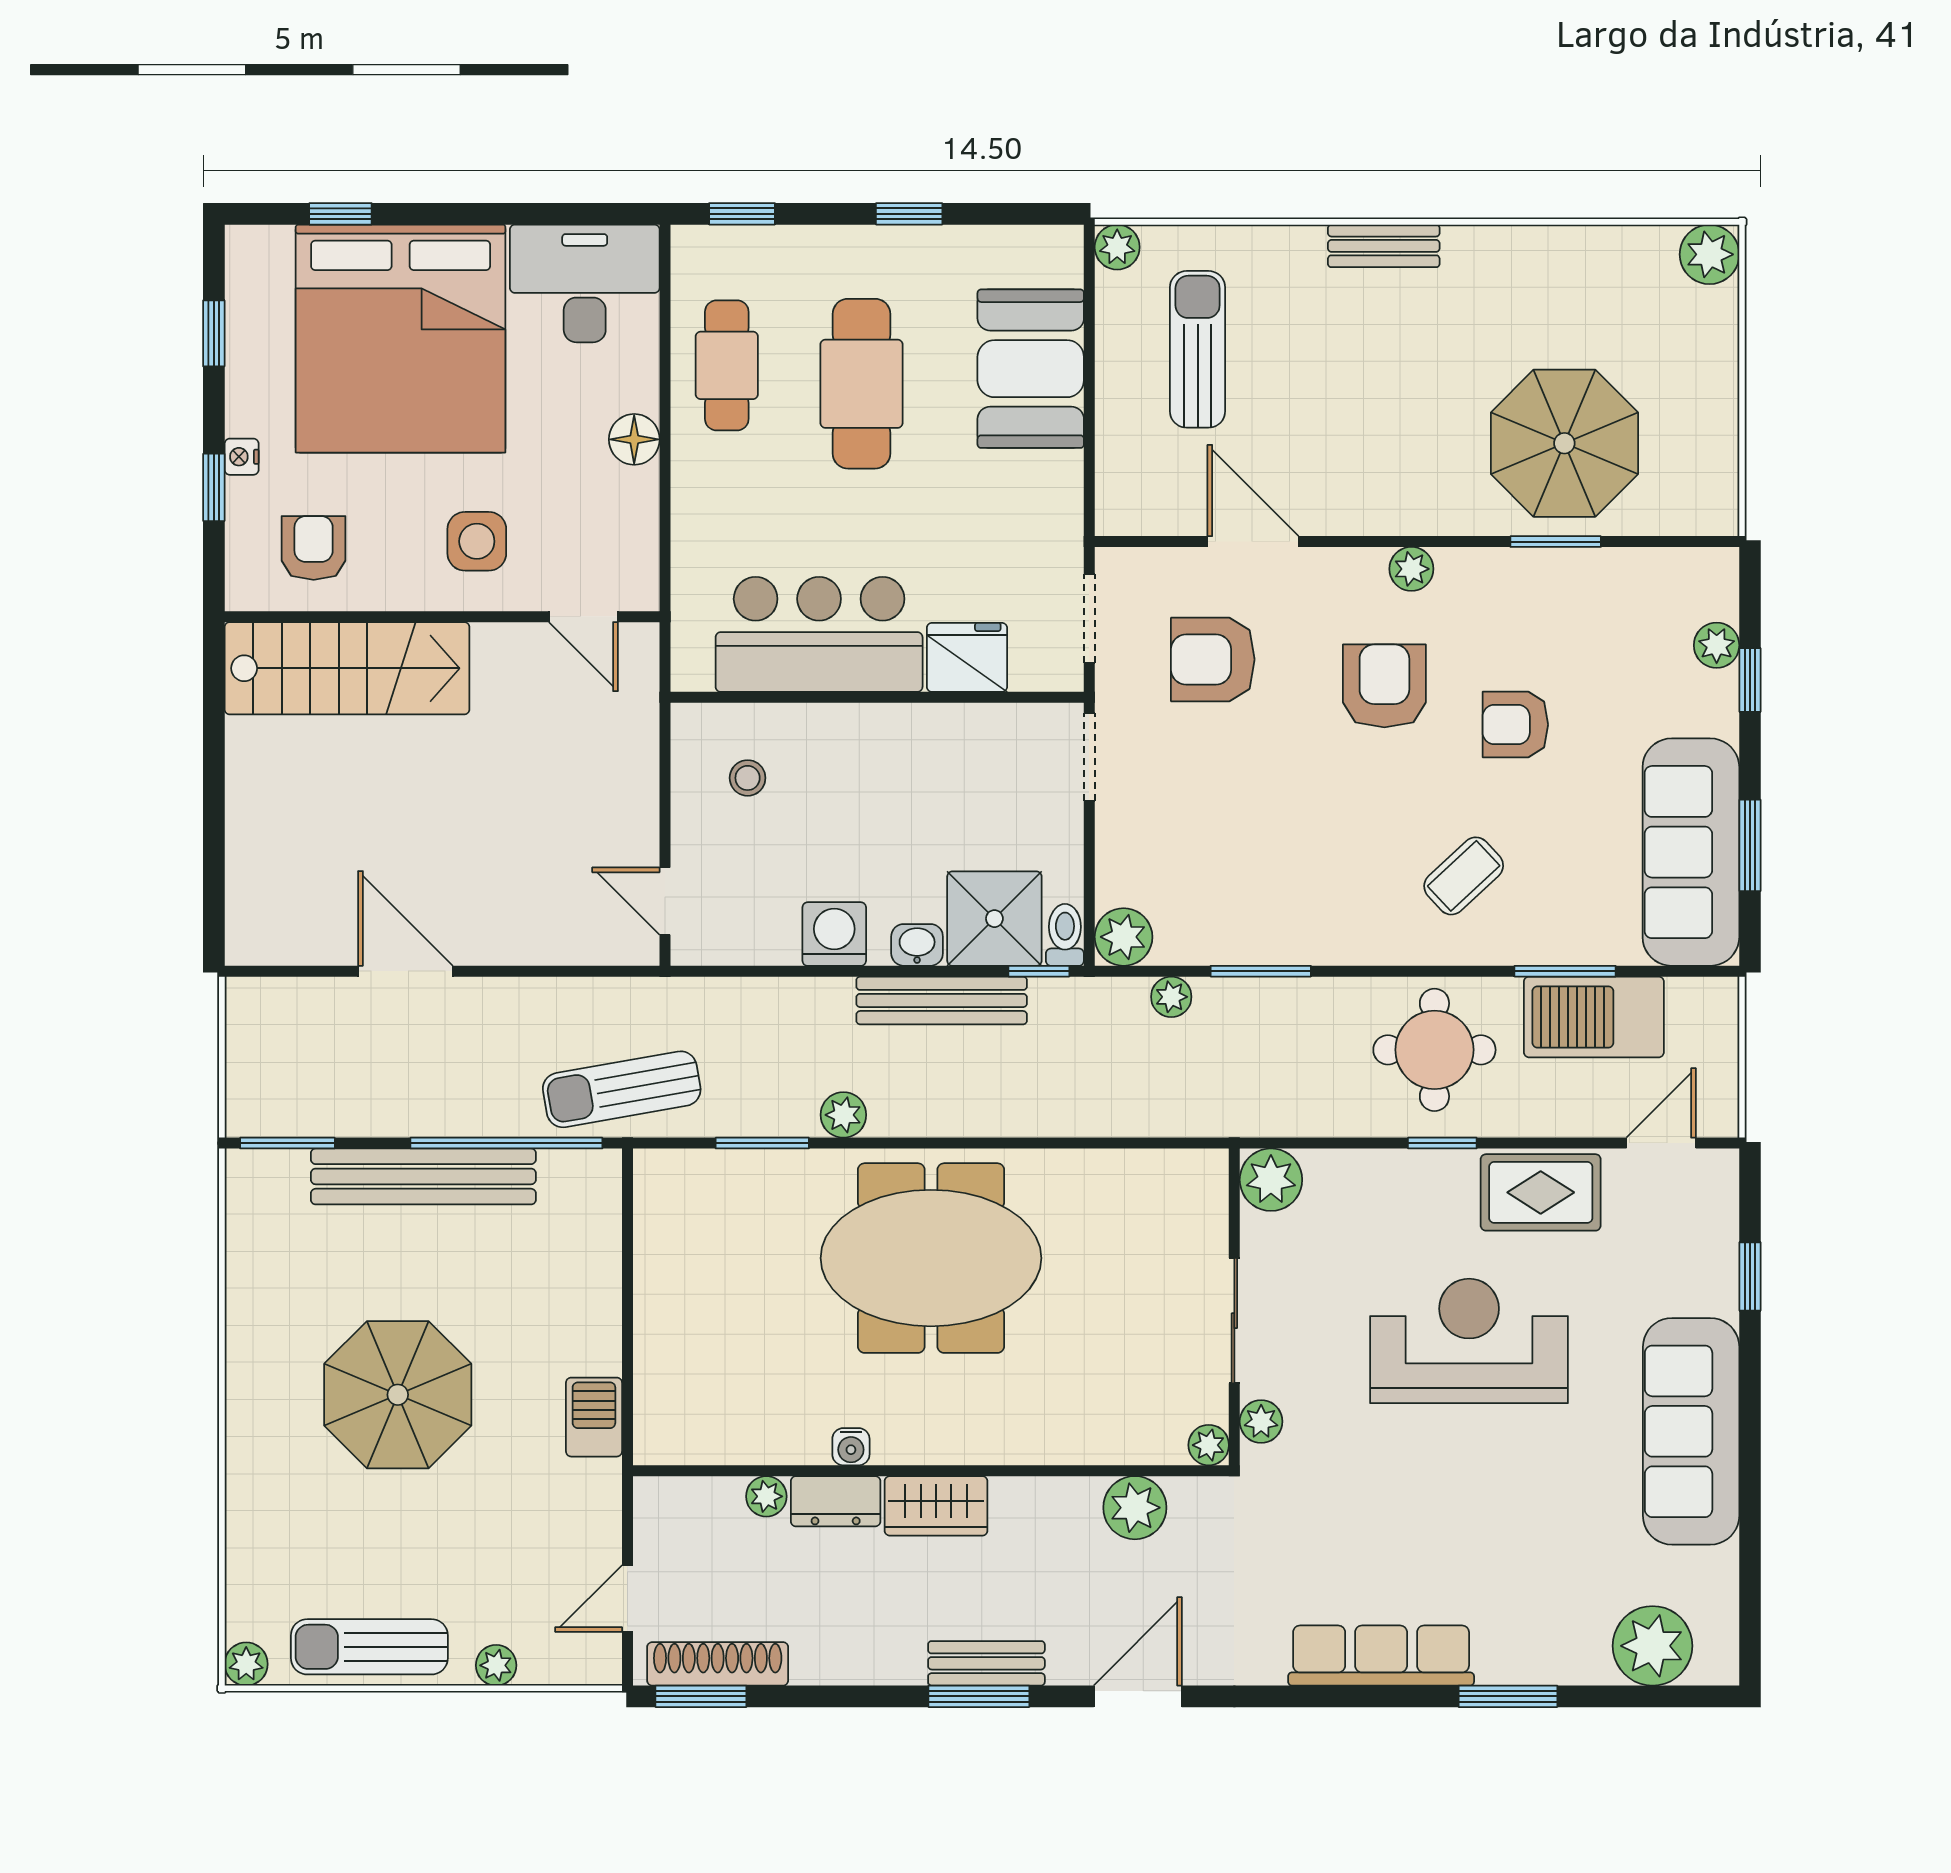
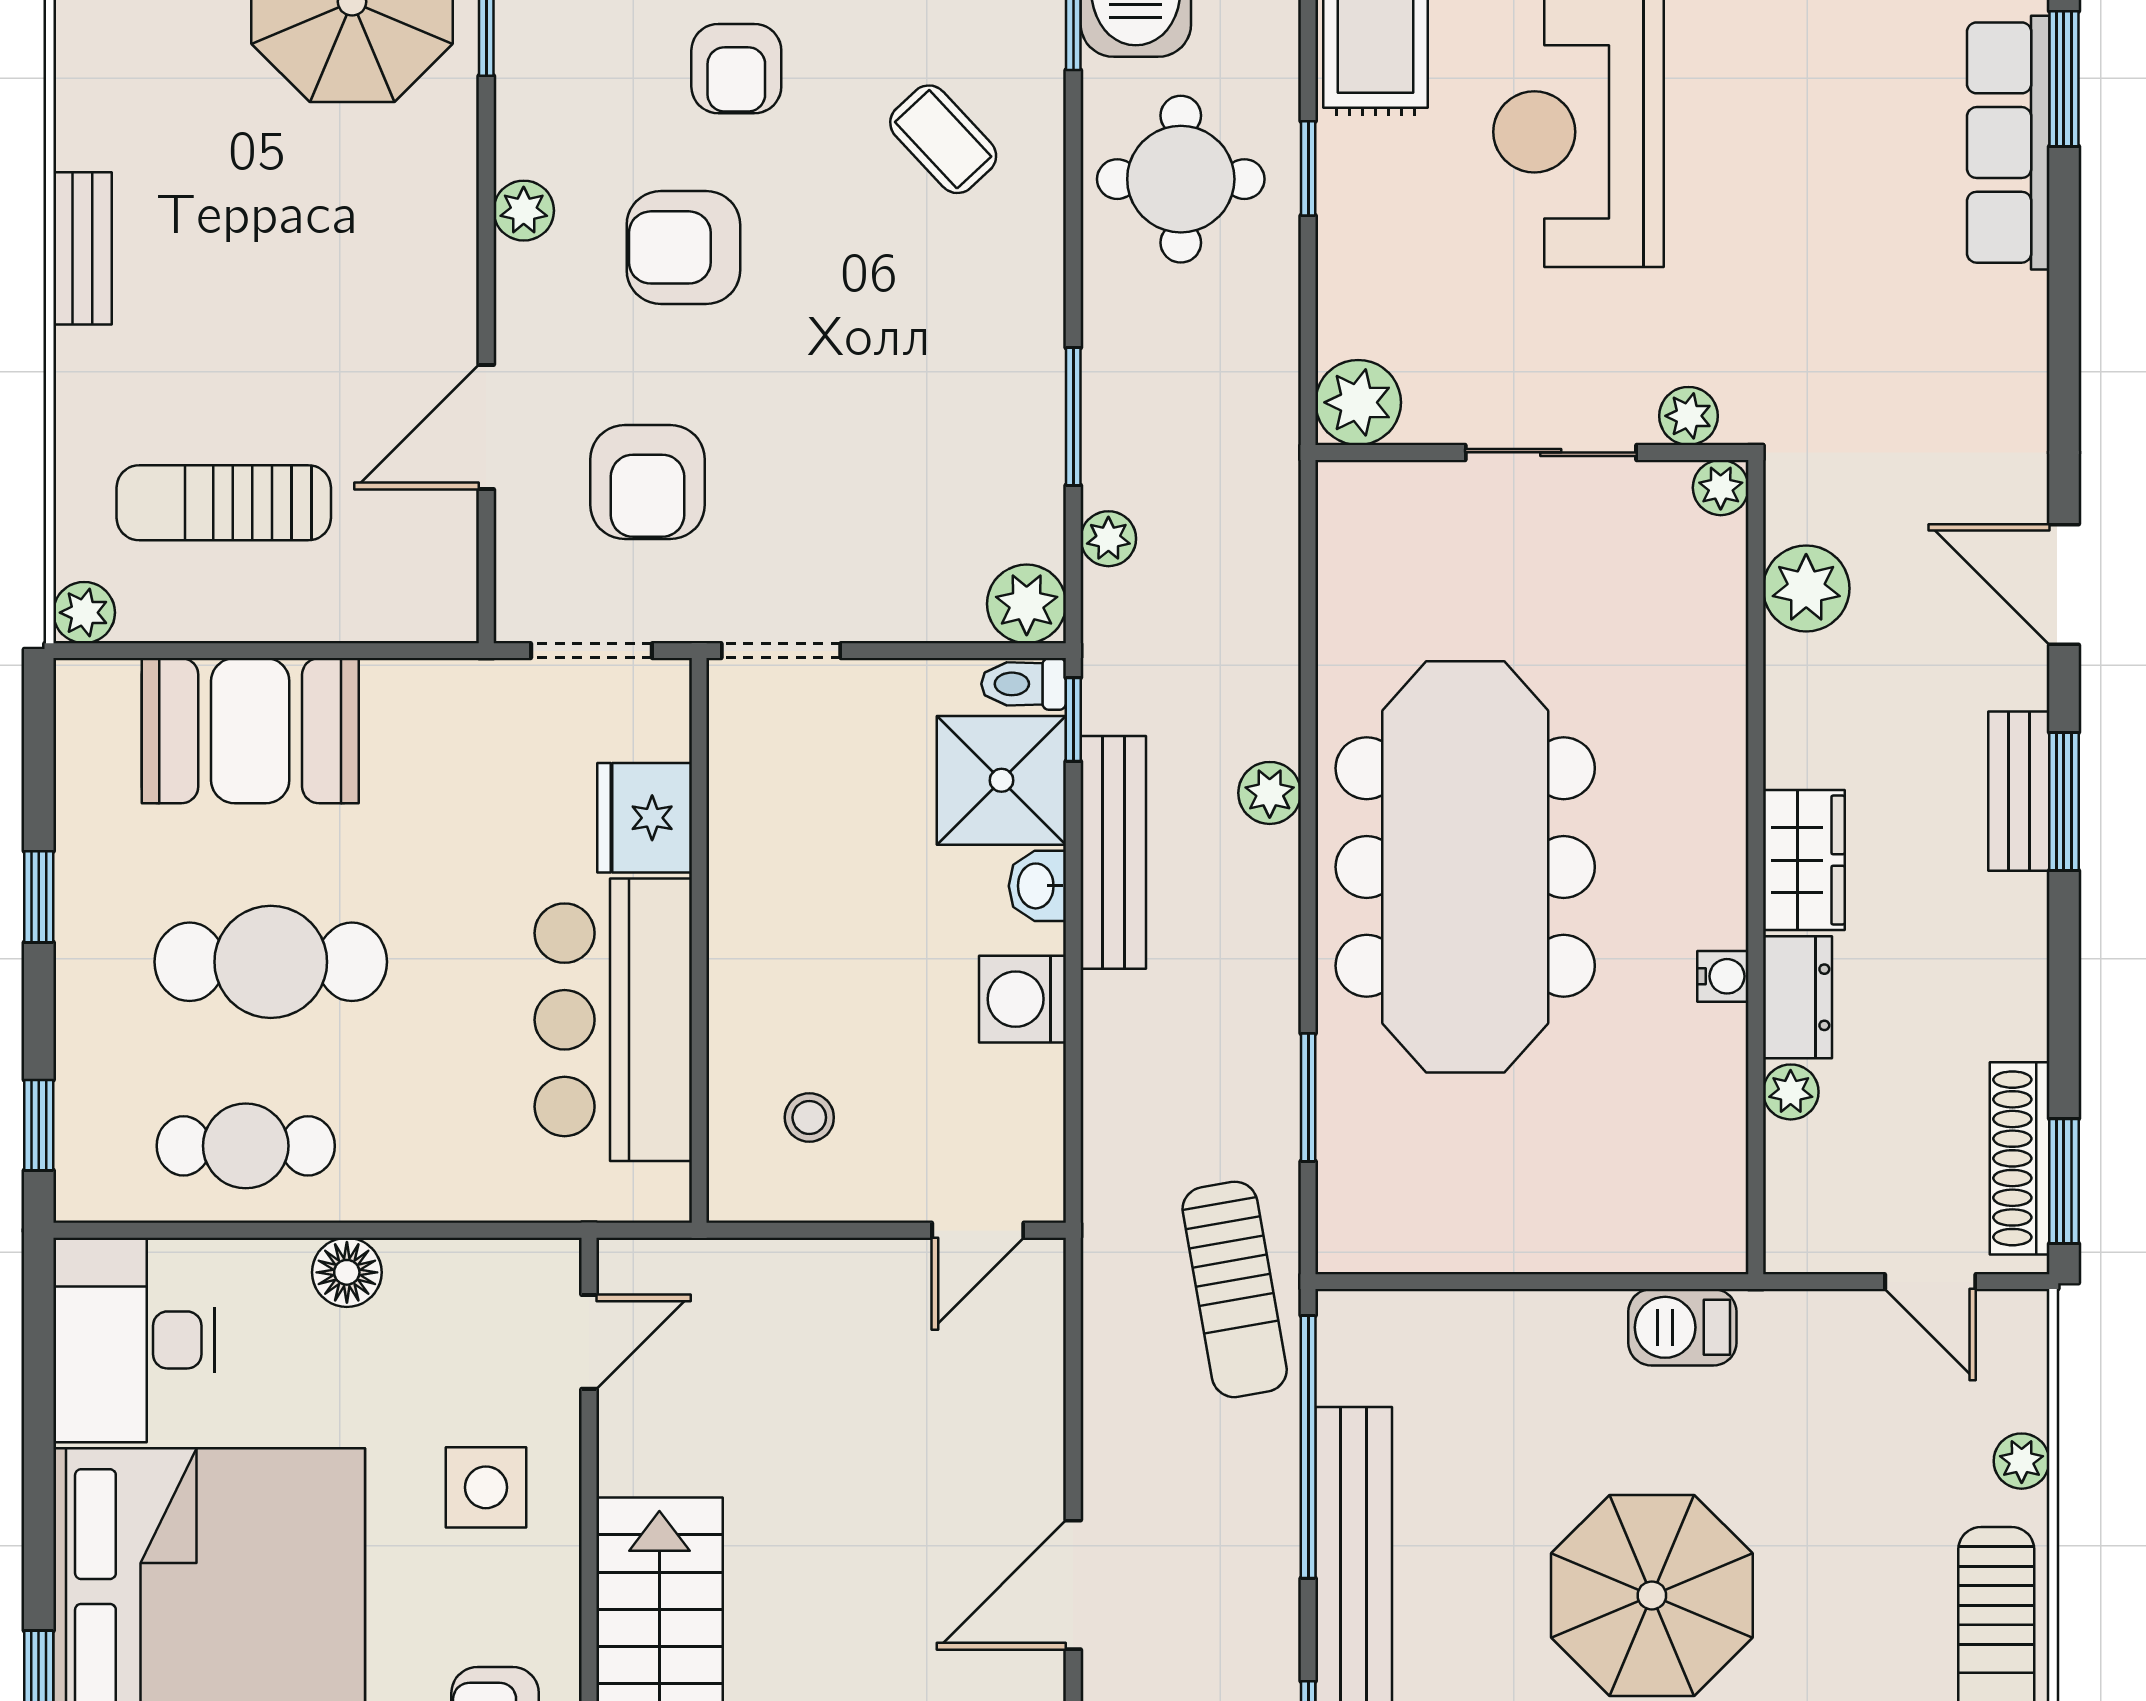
plant: (843, 1115) -> (1270, 793), moved
meeting table: (931, 1258) -> (1465, 867), width x1.36
row of seats: (1381, 1656) -> (2008, 143), moved

